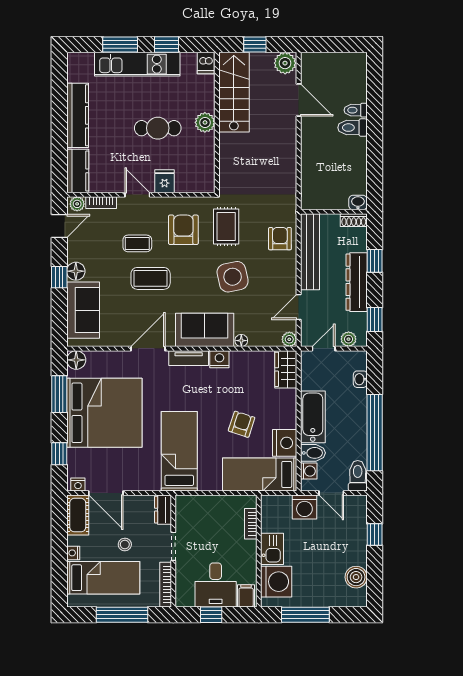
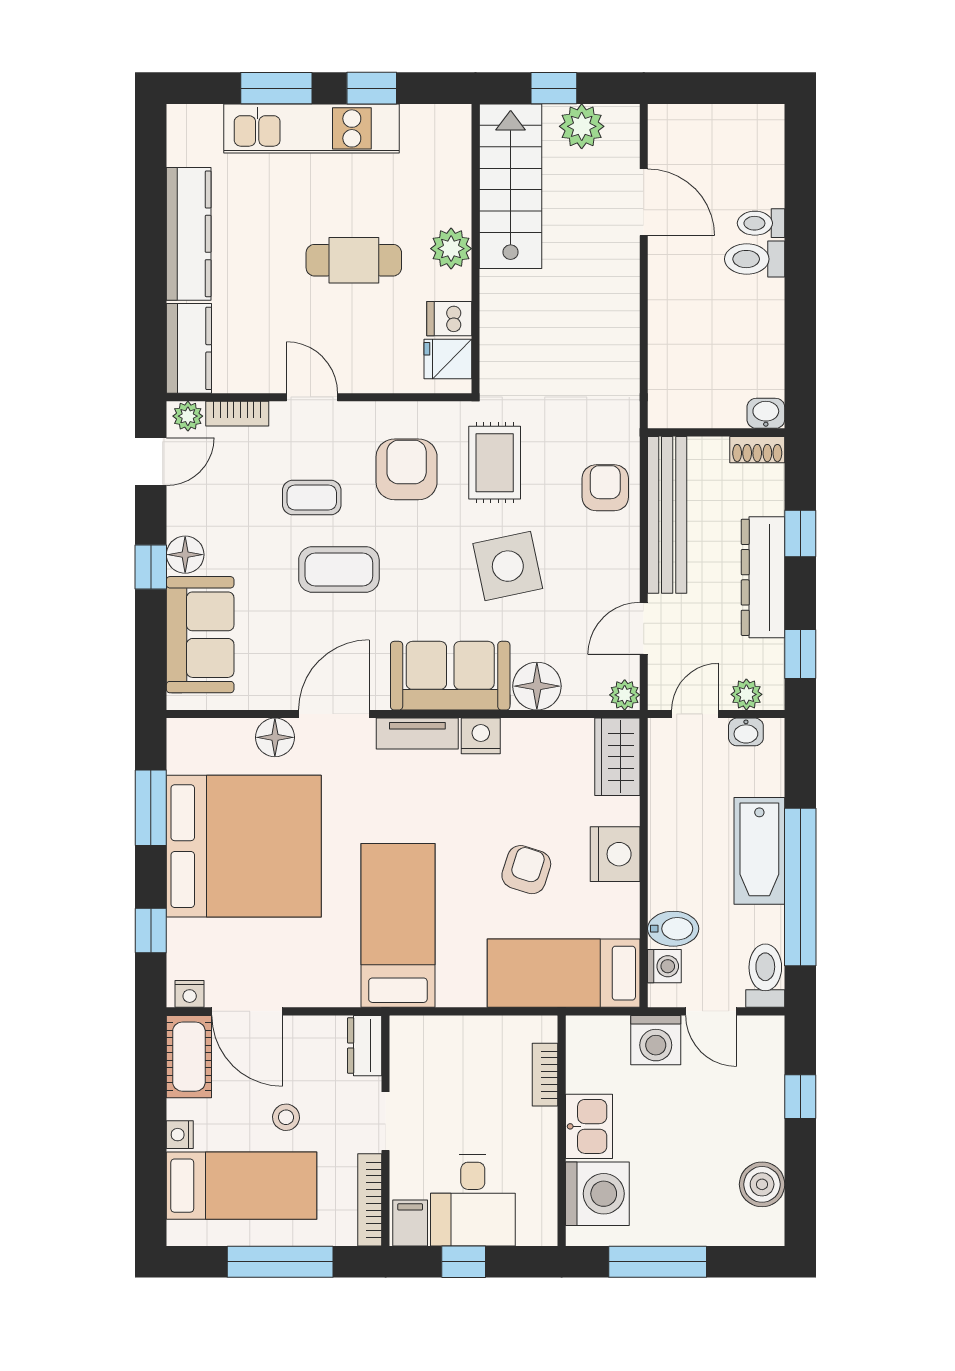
dishwasher: (206, 63) -> (449, 319), moved, turned 90
plant: (285, 63) -> (582, 126), moved
fridge: (165, 181) -> (448, 359), moved, turned -90
floor lamp: (241, 341) -> (537, 686), width x1.89, depth x1.89
floor lamp: (76, 360) -> (275, 737), moved
washbasin: (360, 379) -> (746, 732), moved, turned -90
bathtub: (313, 417) -> (759, 851), moved, turned 180
nightstand: (285, 443) -> (615, 854), moved
filing cabinet: (246, 596) -> (410, 1223), moved

